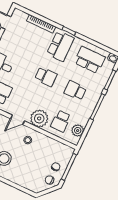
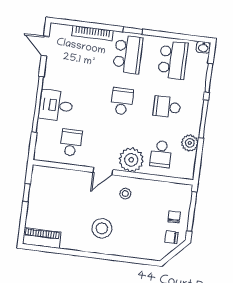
school desk: (90, 60) -> (173, 60), turned 90
school desk: (46, 77) -> (122, 101), turned -90
plant: (78, 131) -> (190, 143), moved

